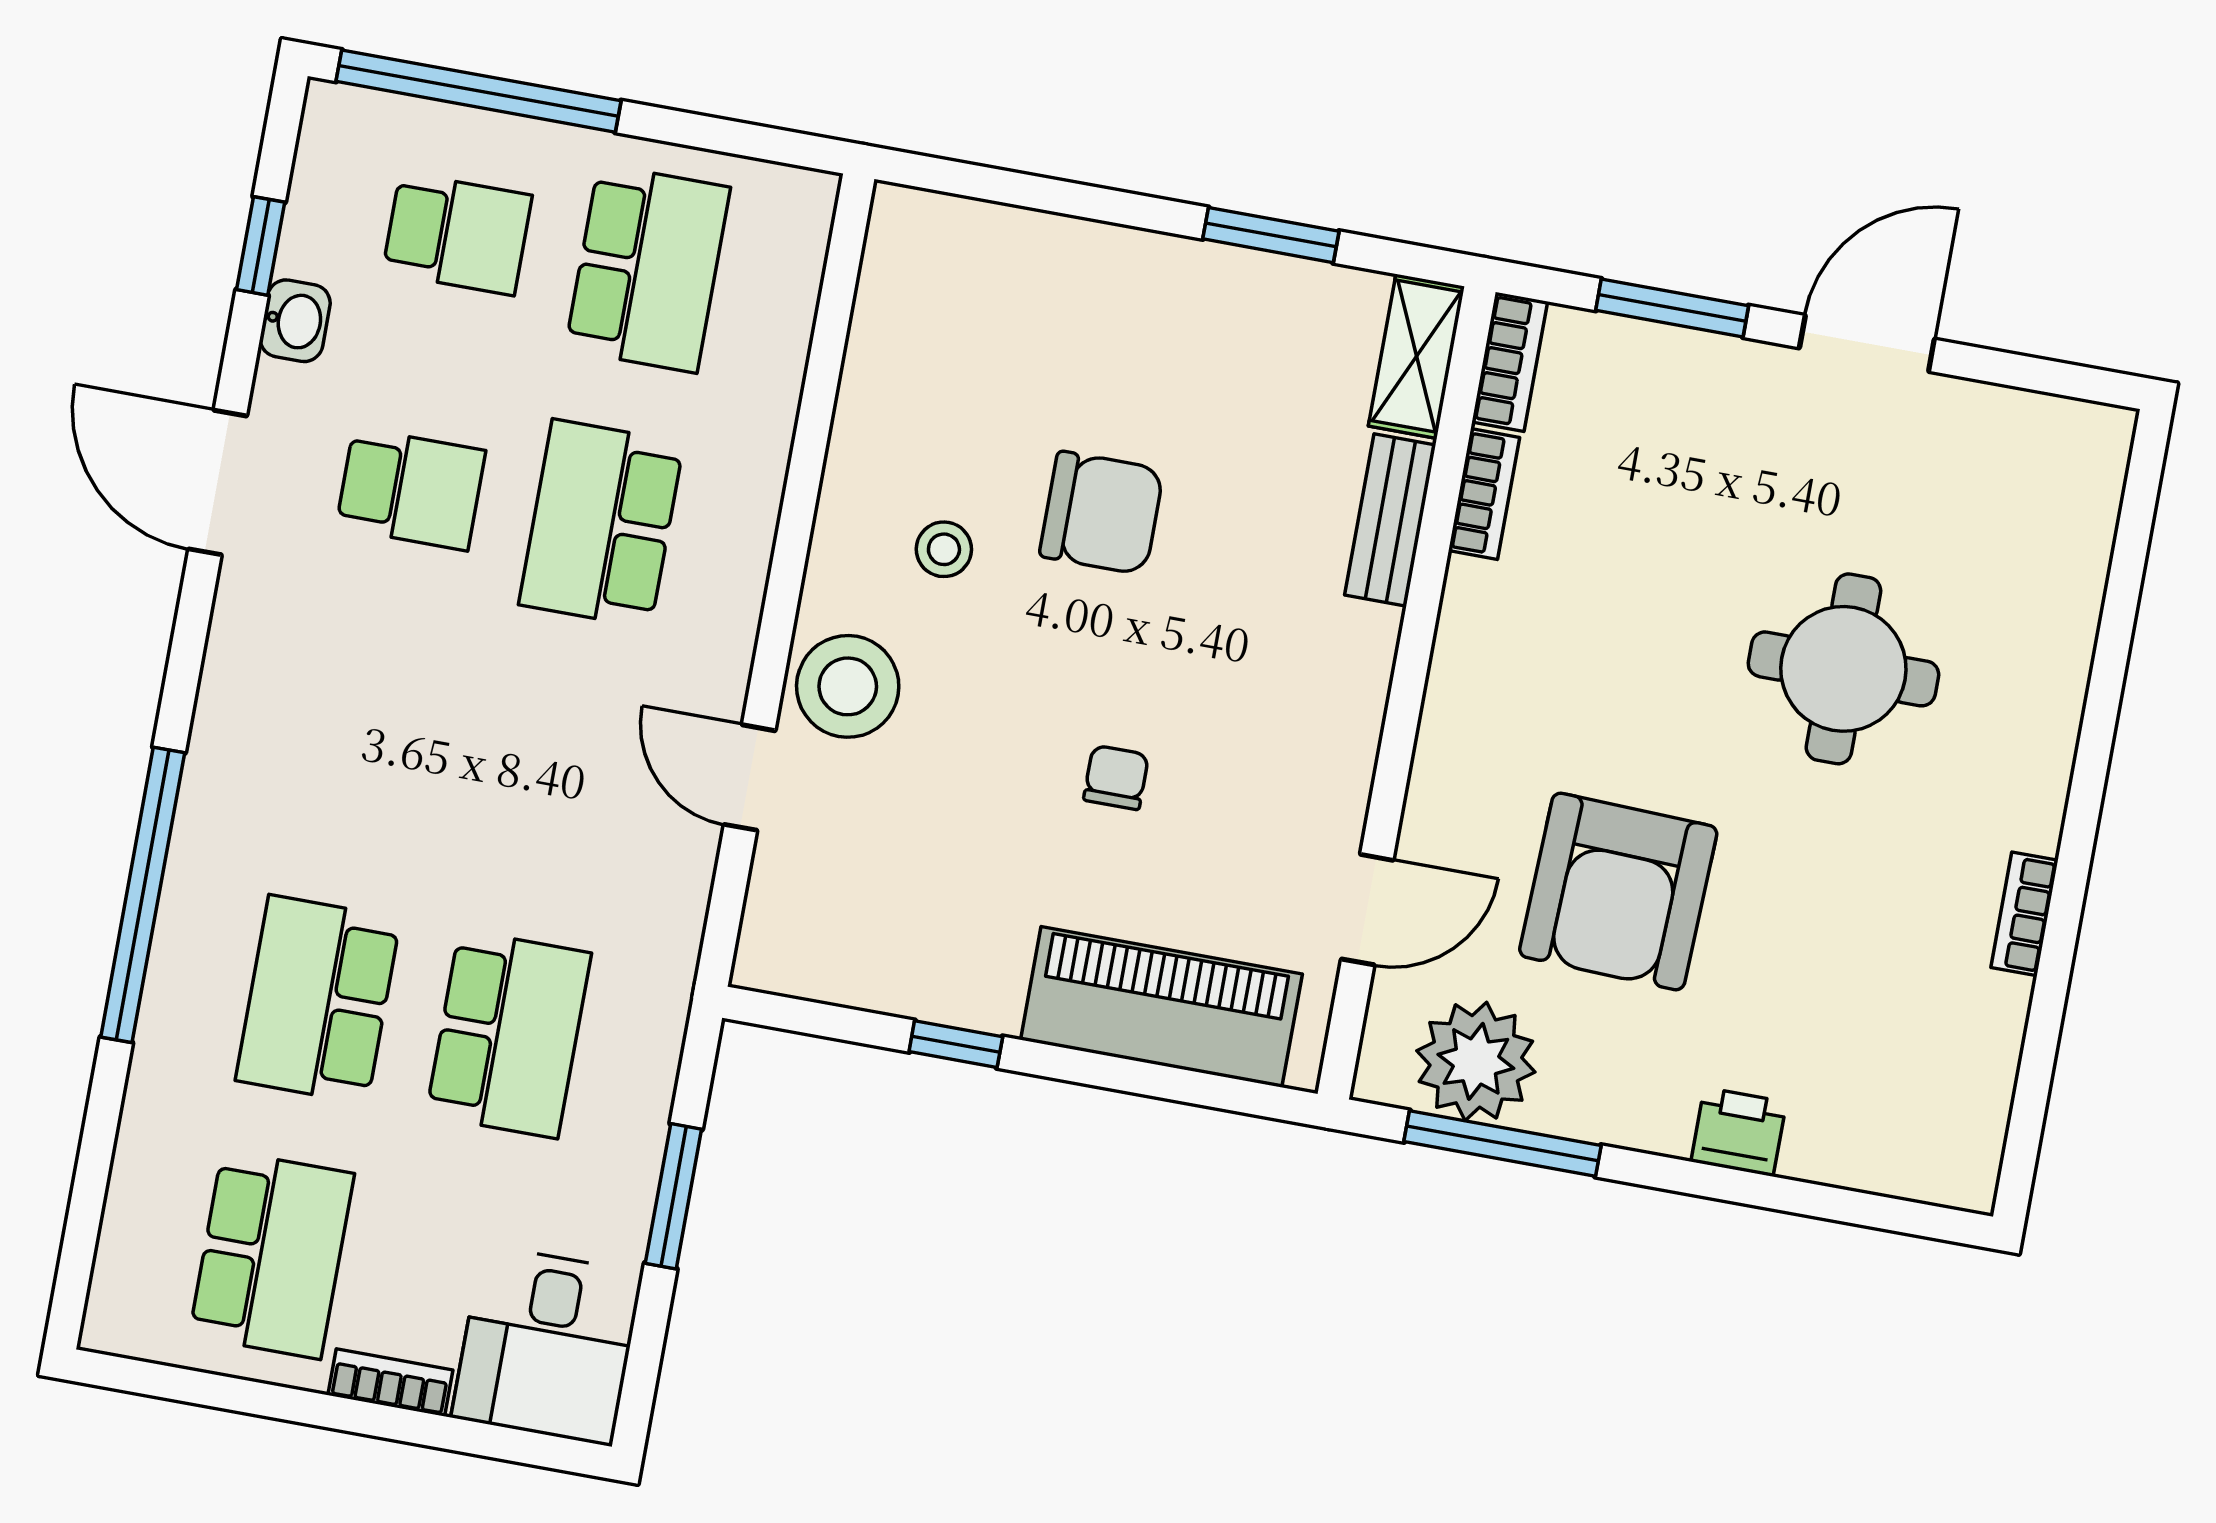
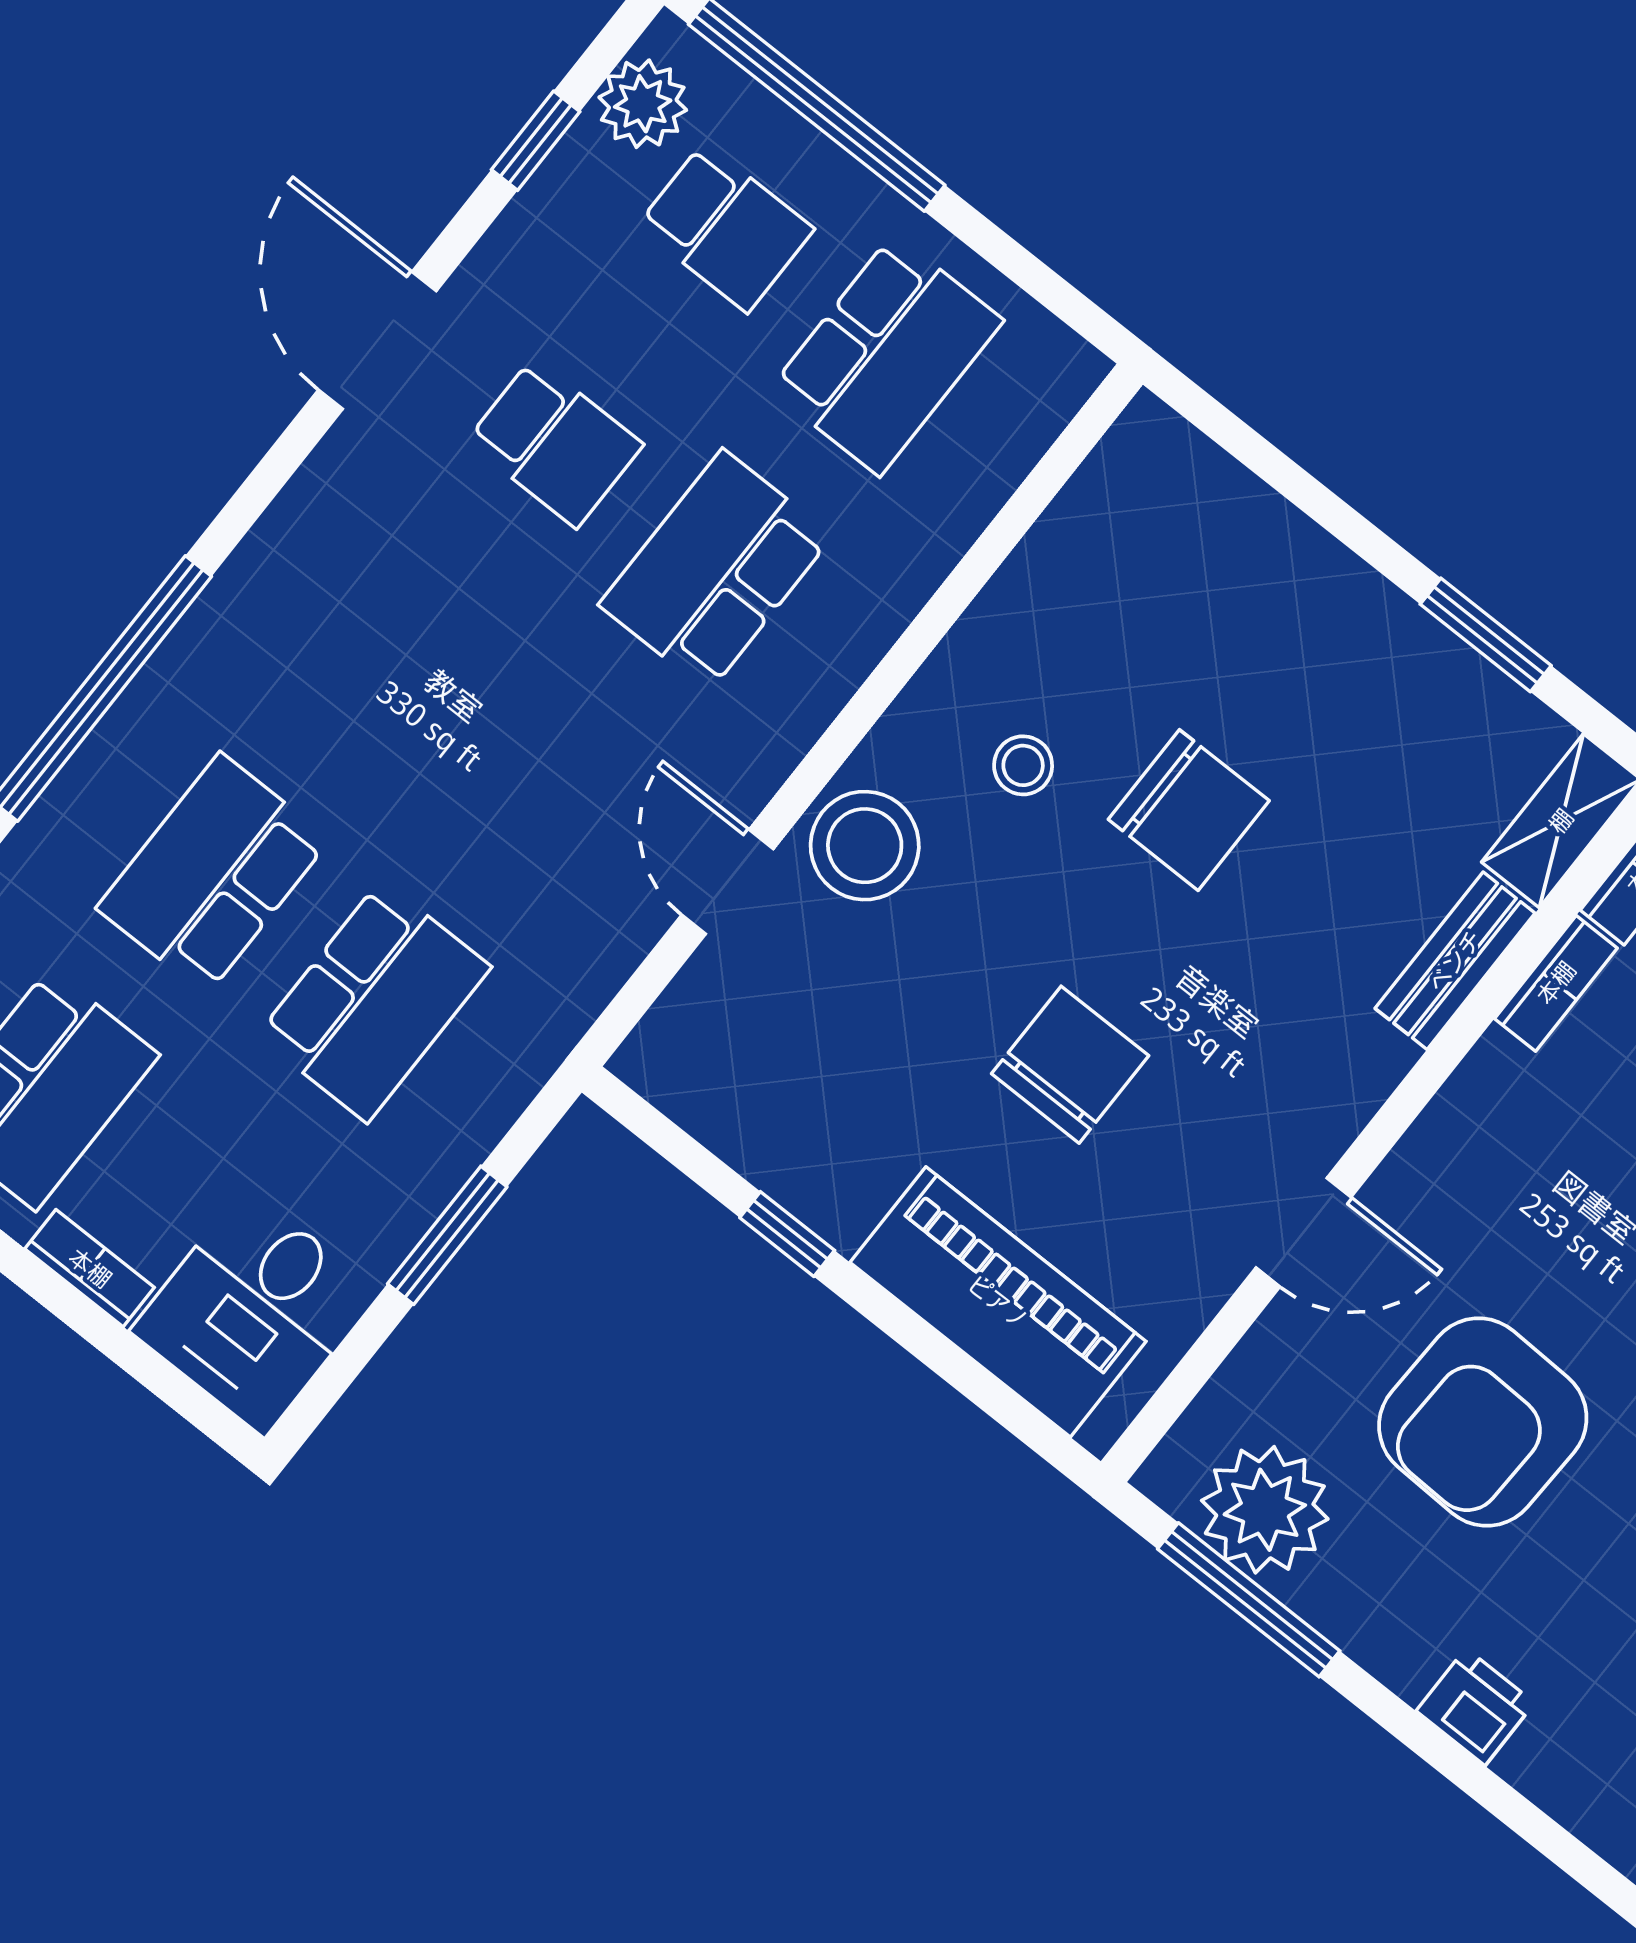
plant: (333, 168) -> (643, 104), added
washbasin: (295, 321) -> (531, 228), removed
chair: (1116, 777) -> (1070, 1065), width x1.87, depth x1.87
door: (1367, 910) -> (1303, 1232), moved

